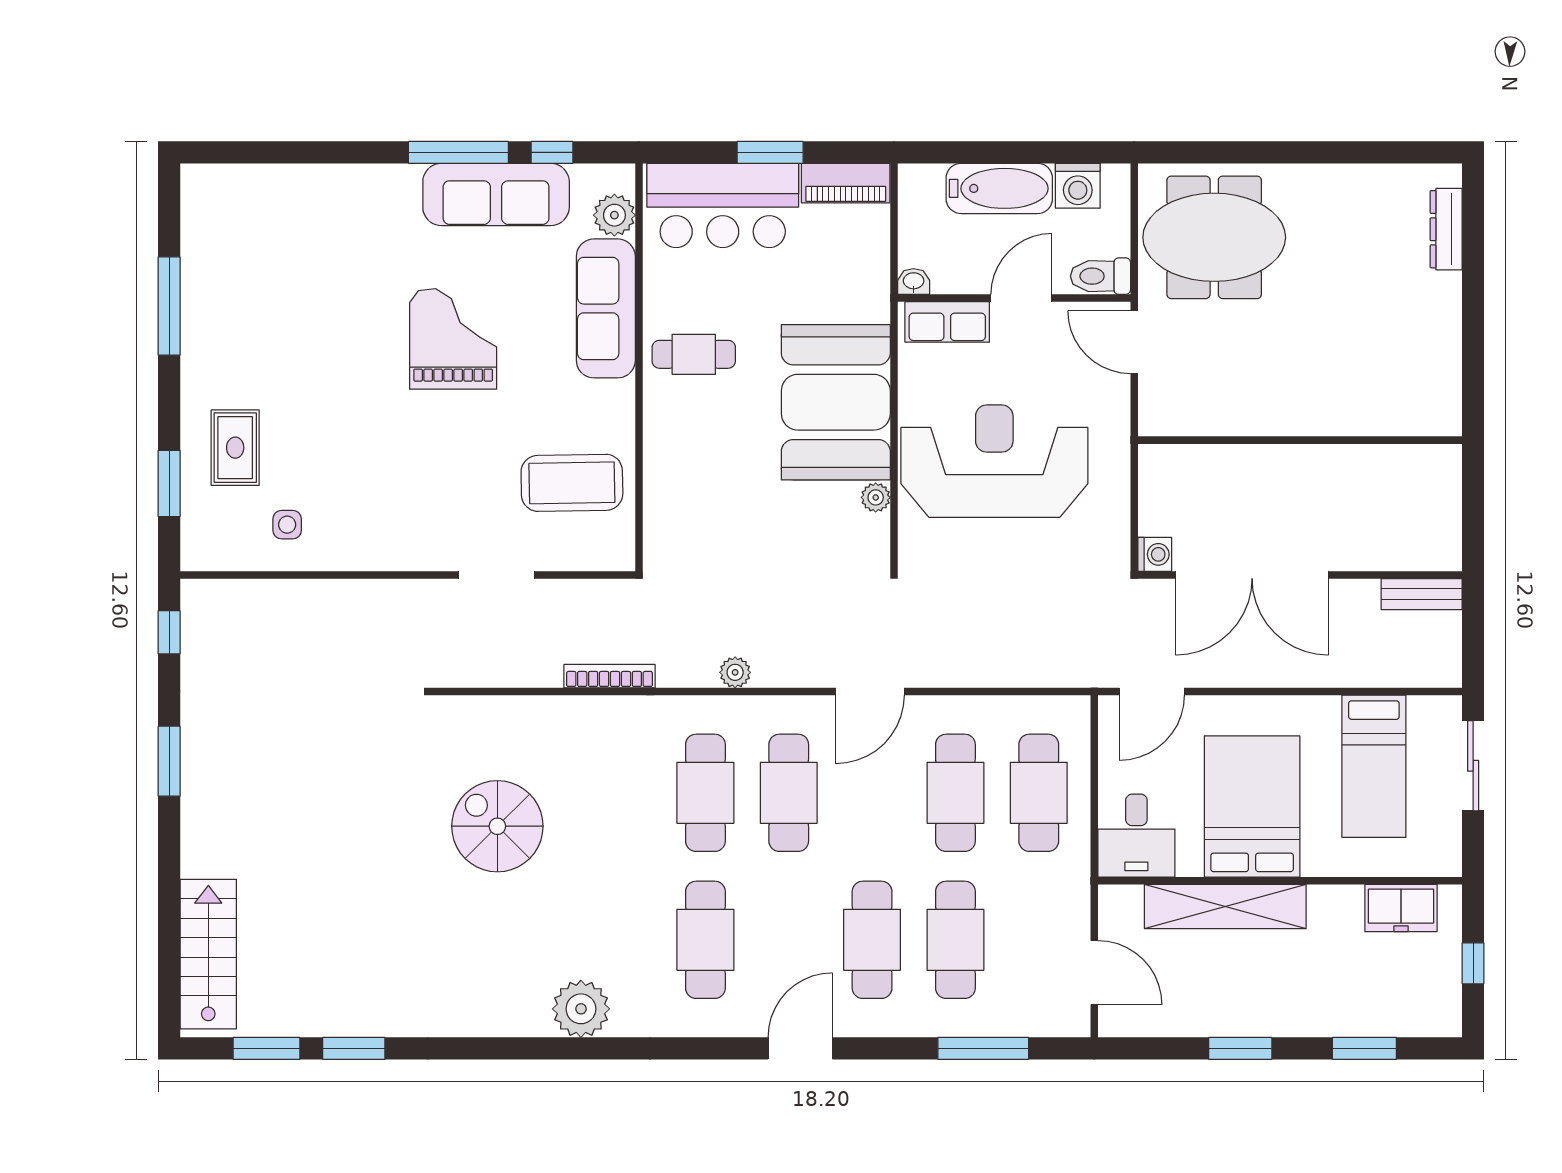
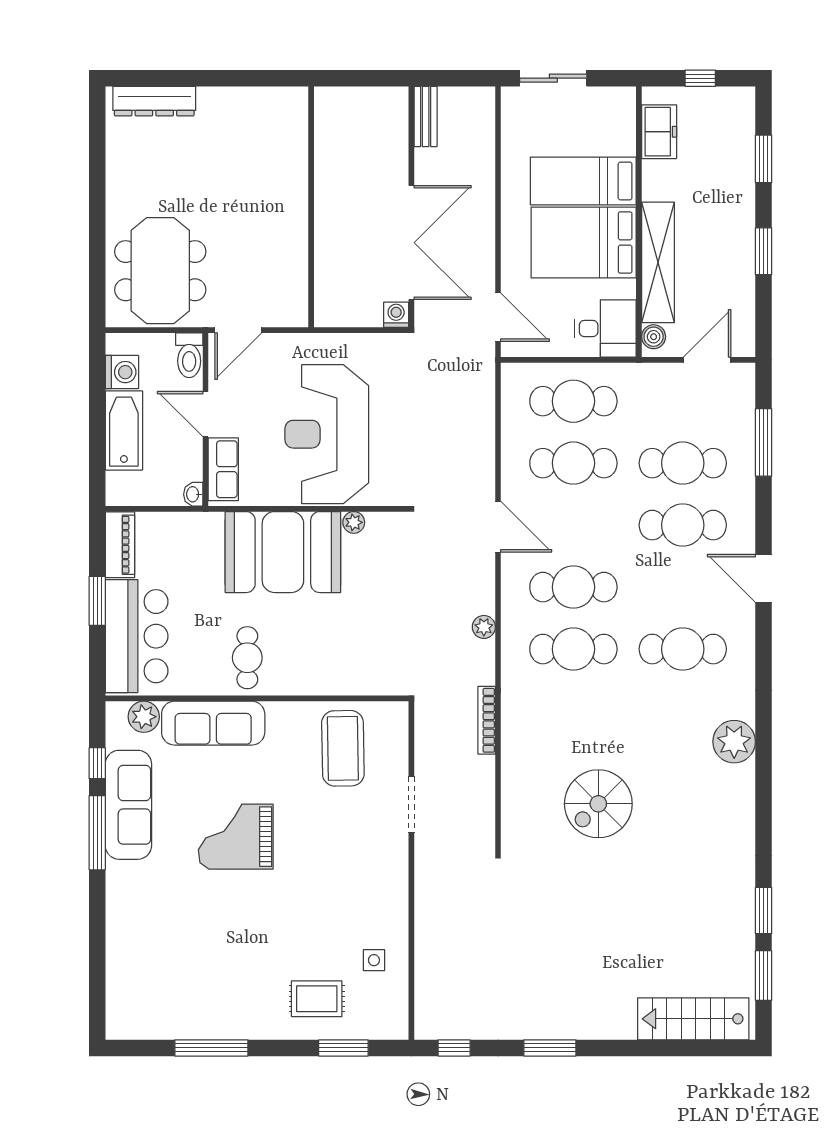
dresser: (1446, 229) -> (154, 101), width x1.37, depth x1.24
bed: (1374, 766) -> (583, 181), moved, turned 180
boiler: (1125, 901) -> (654, 337), added

